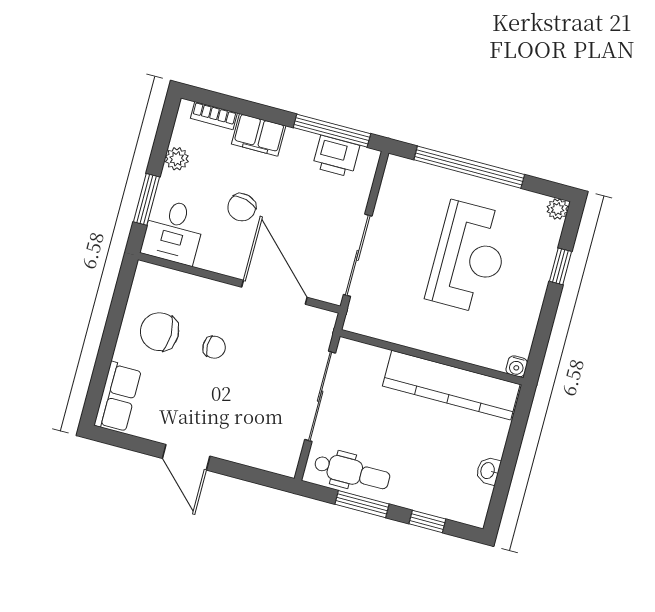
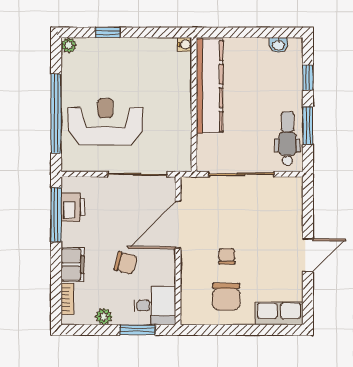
reception desk: (469, 257) -> (105, 122), moved
washbasin: (488, 471) -> (278, 45), moved

